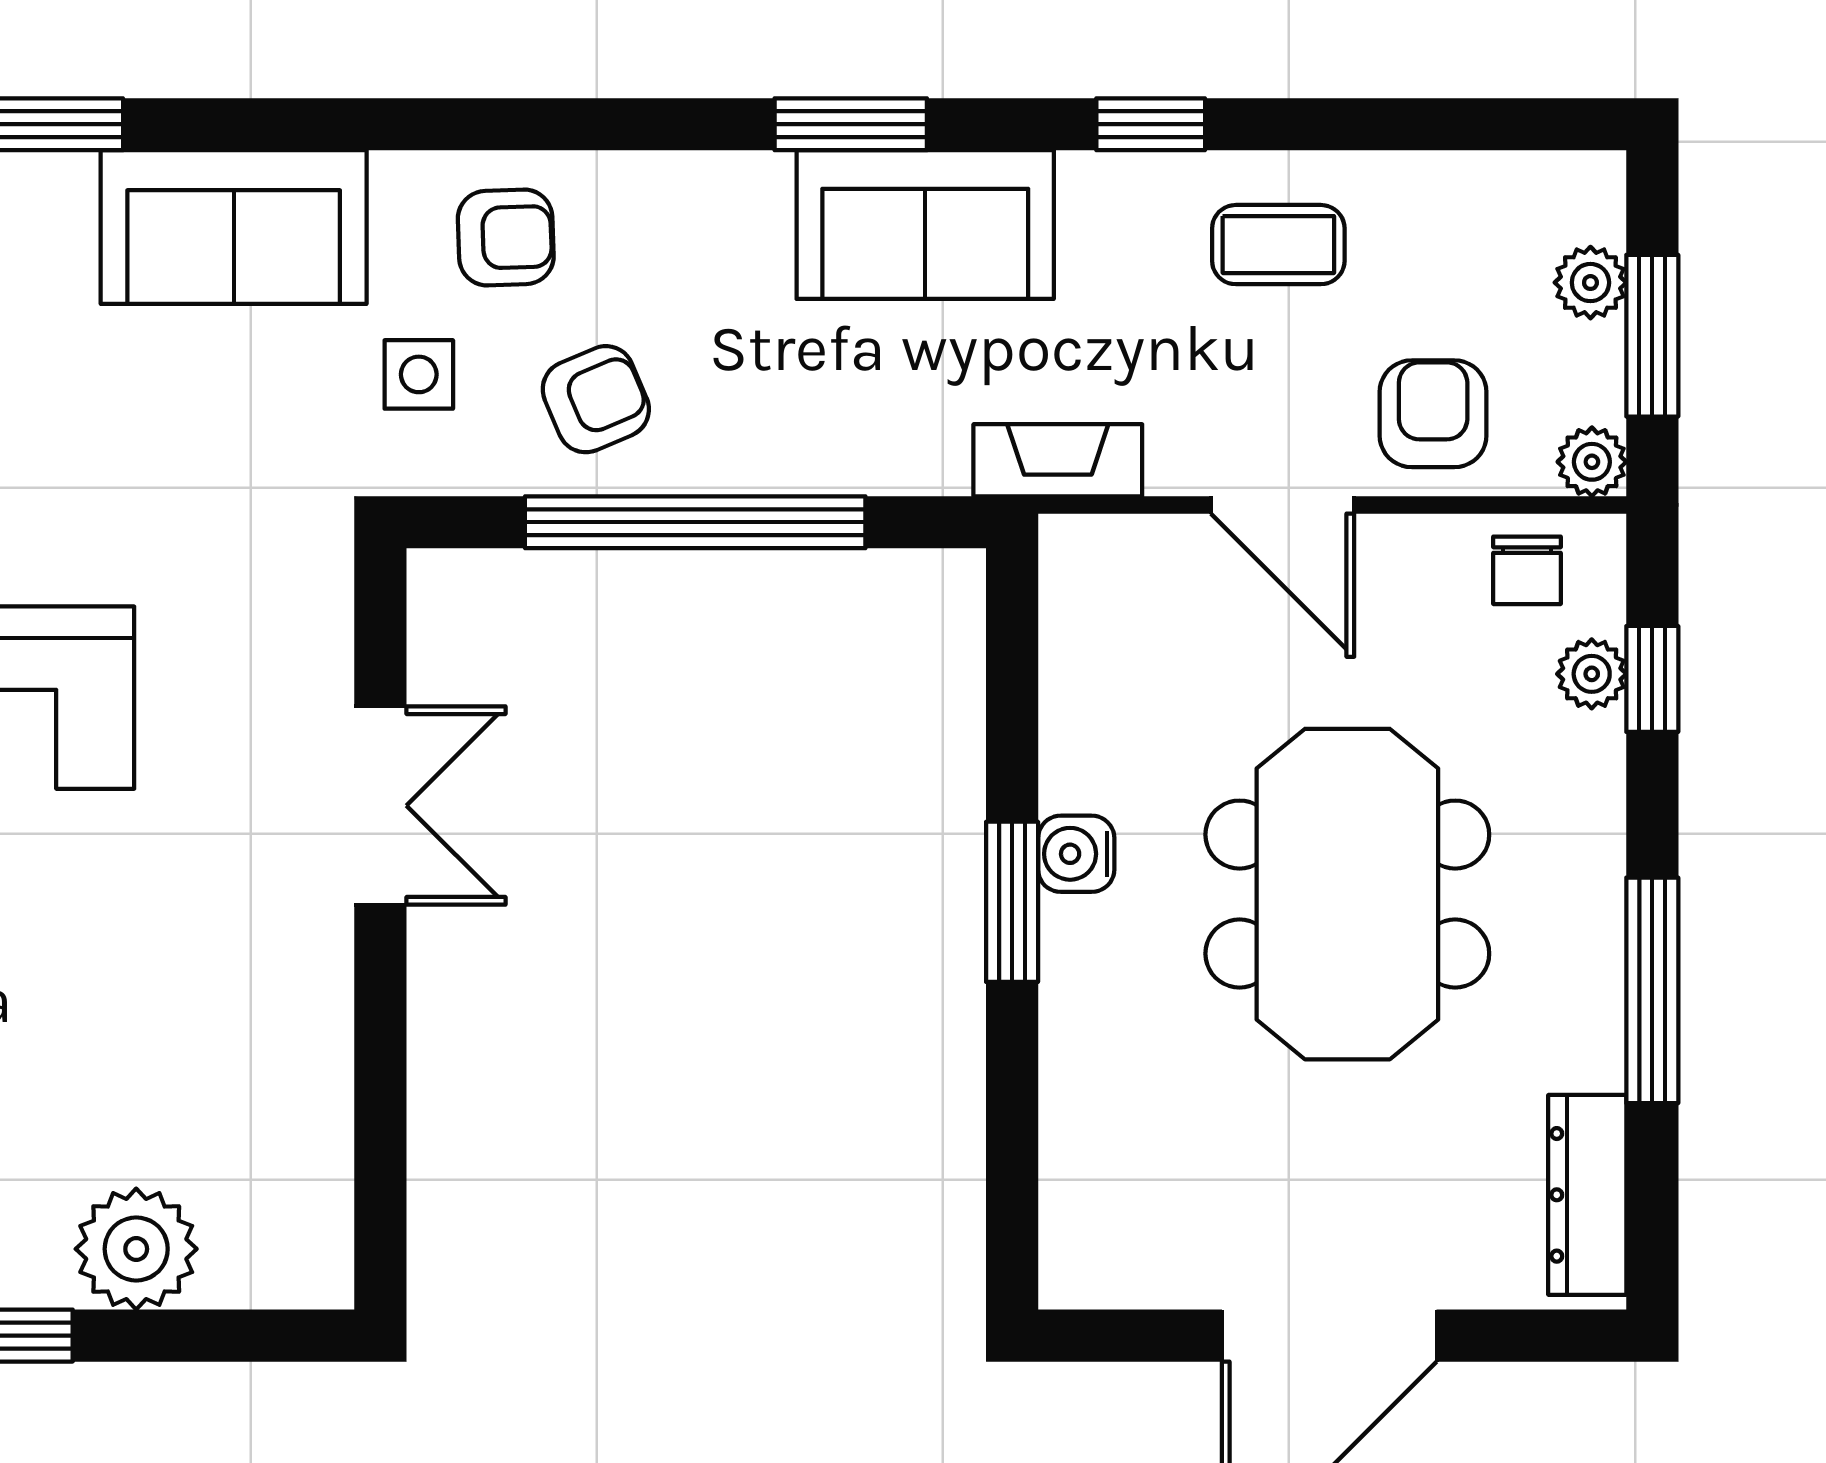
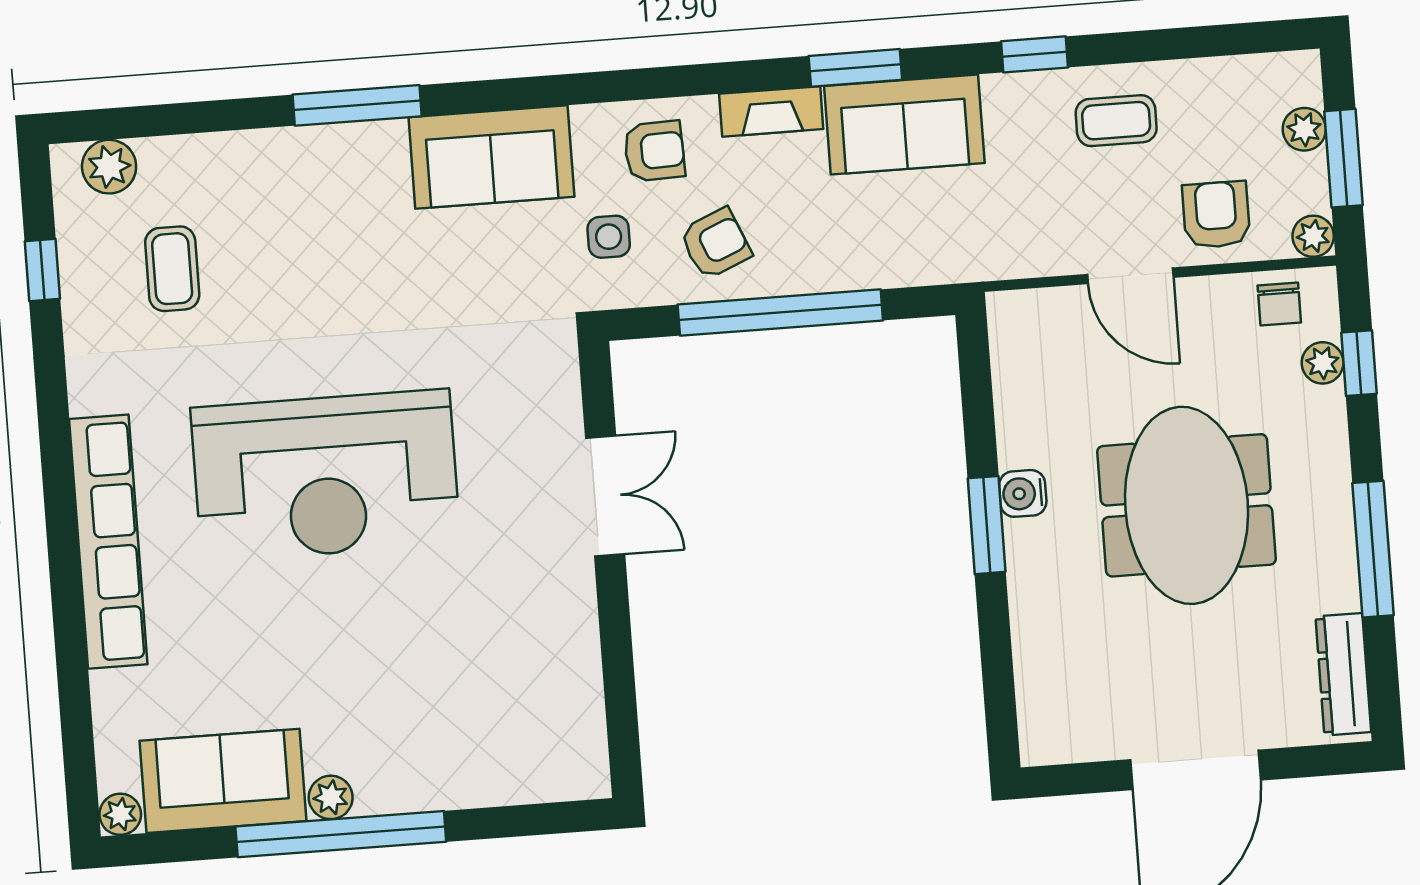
fireplace: (1058, 460) -> (771, 111), moved, turned 180
plant: (136, 1249) -> (479, 772), removed

